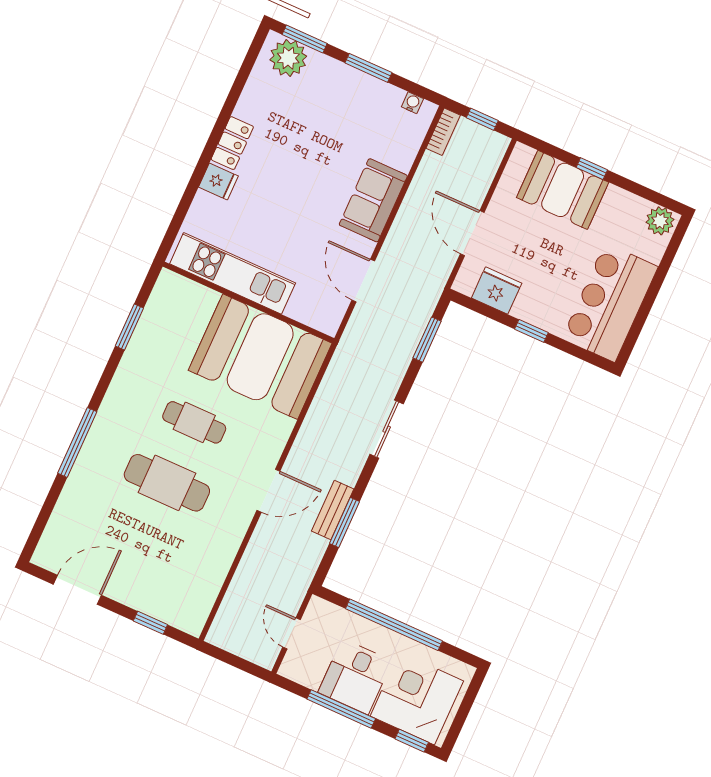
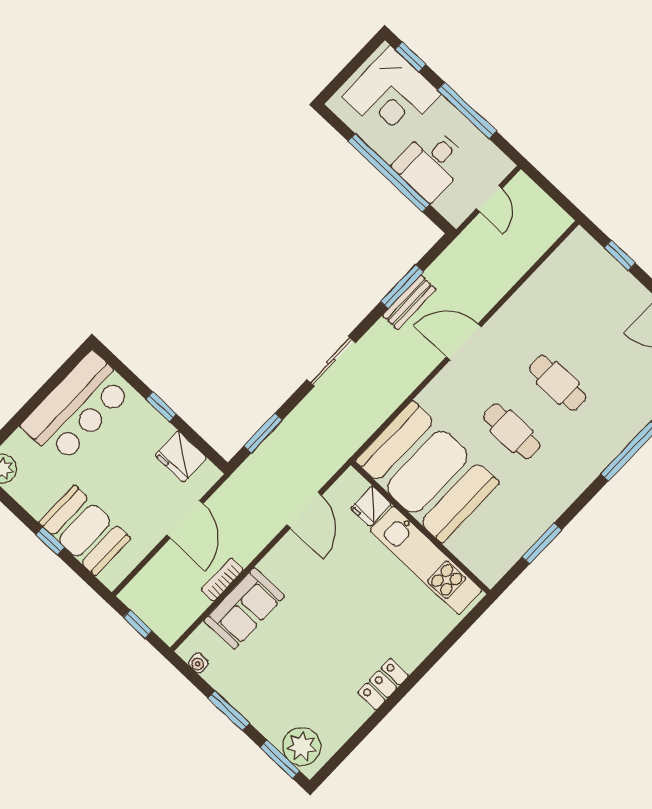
bookcase: (443, 132) -> (222, 580), moved
fridge: (218, 182) -> (371, 506), moved, turned -90
sofa: (373, 200) -> (244, 608), moved
cafe table: (167, 483) -> (558, 383), width x0.73, depth x0.74
desk: (355, 677) -> (431, 164), moved, turned 180

